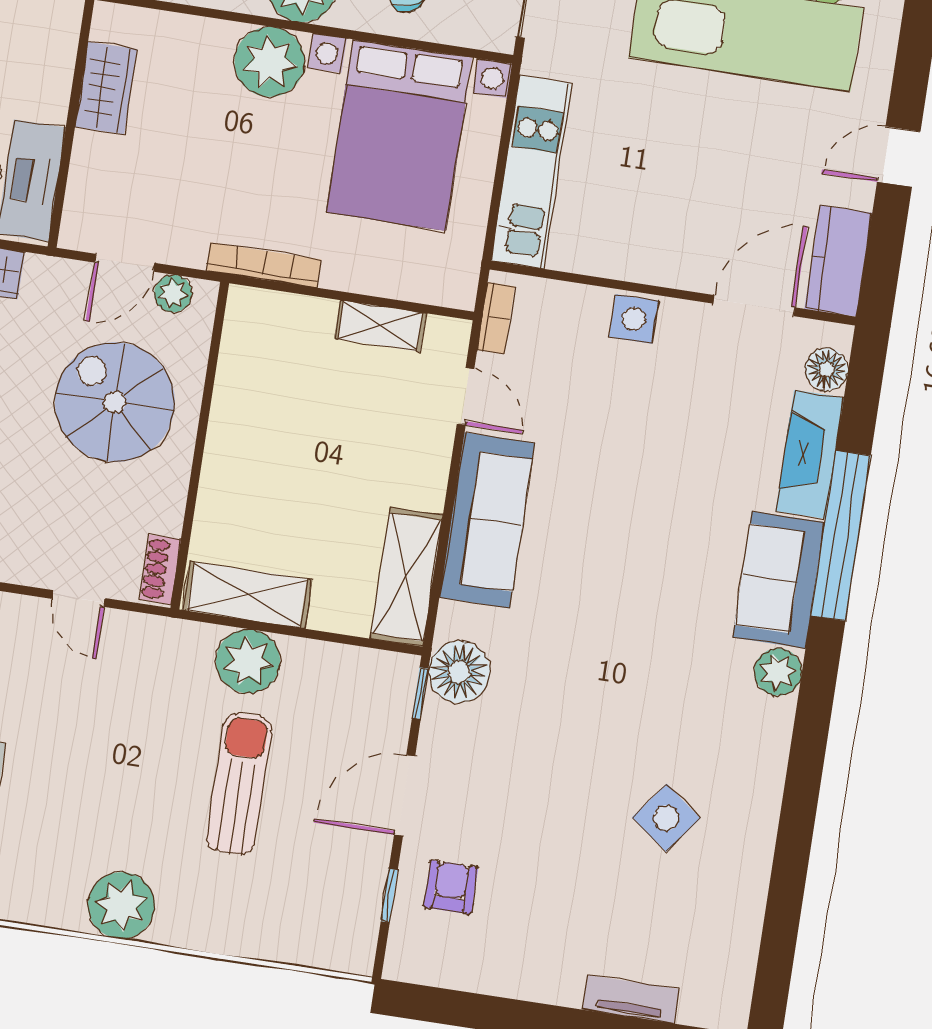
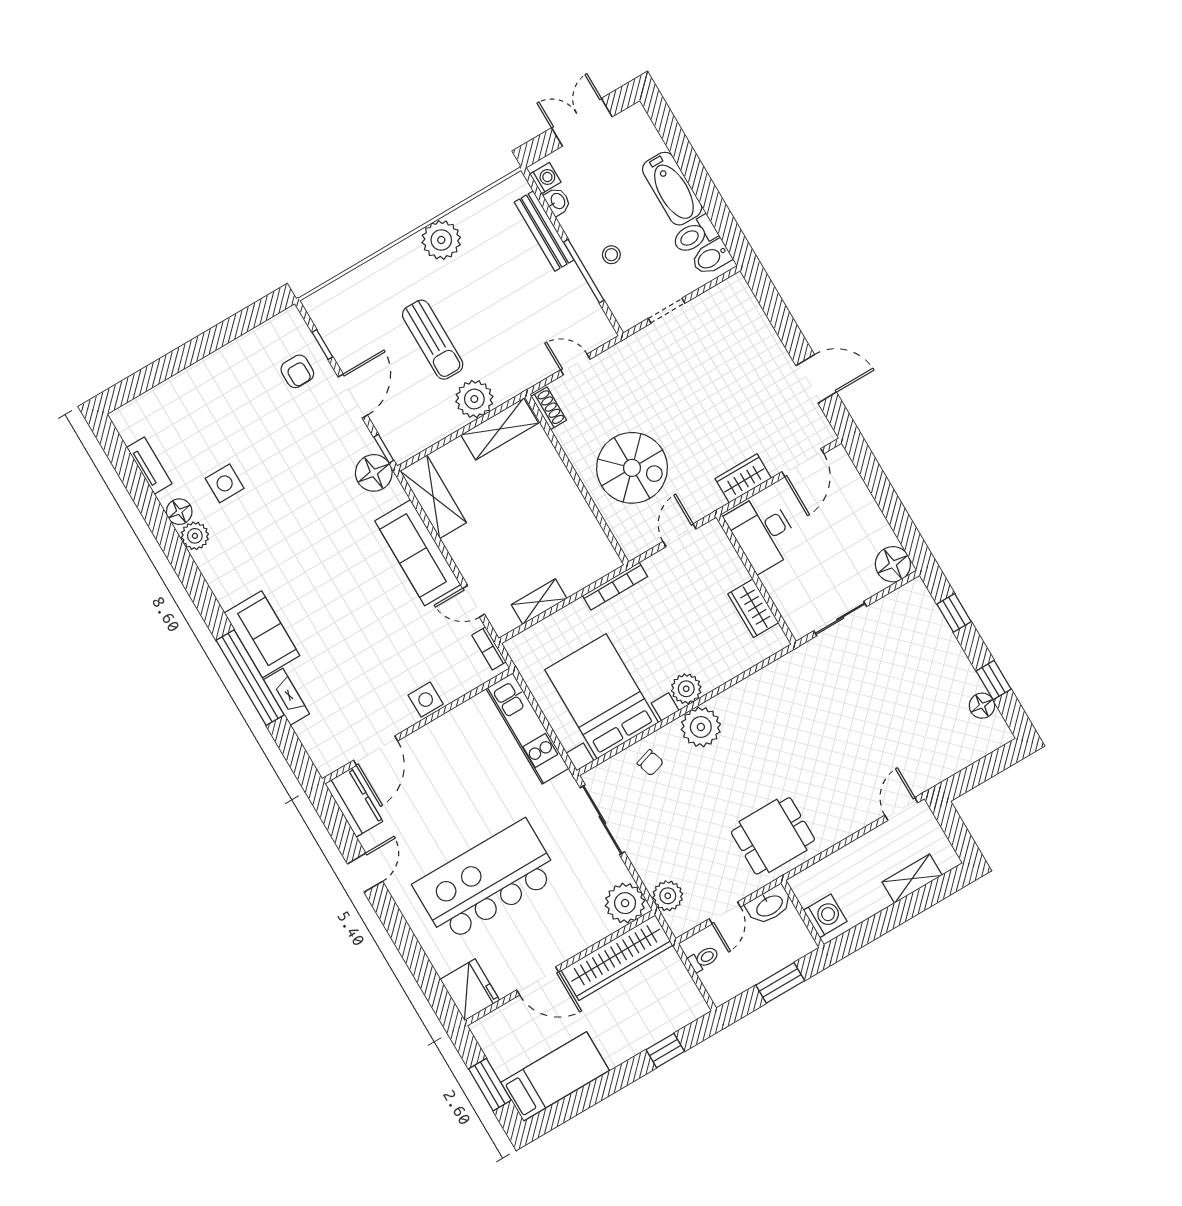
plant: (270, 62) -> (686, 689), width x0.73, depth x0.73
plant: (173, 294) -> (646, 539), removed
floor lamp: (826, 369) -> (179, 512), moved
fireplace: (810, 454) -> (287, 697), width x0.73, depth x0.76
plant: (778, 672) -> (195, 536), moved
side table: (666, 818) -> (225, 483), turned -37
tv unit: (631, 999) -> (149, 466), moved, turned -90

